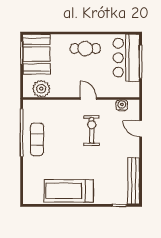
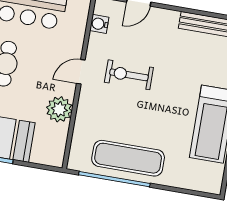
plant: (41, 89) -> (59, 109), moved
exercise mat: (37, 139) -> (128, 158), width x1.36, depth x1.45

